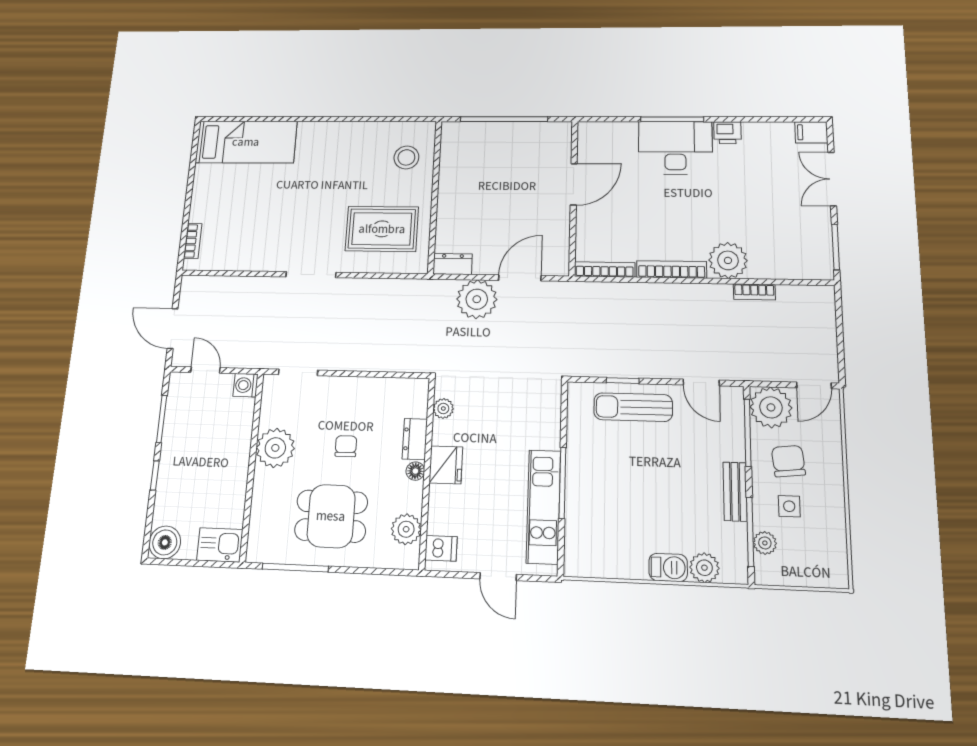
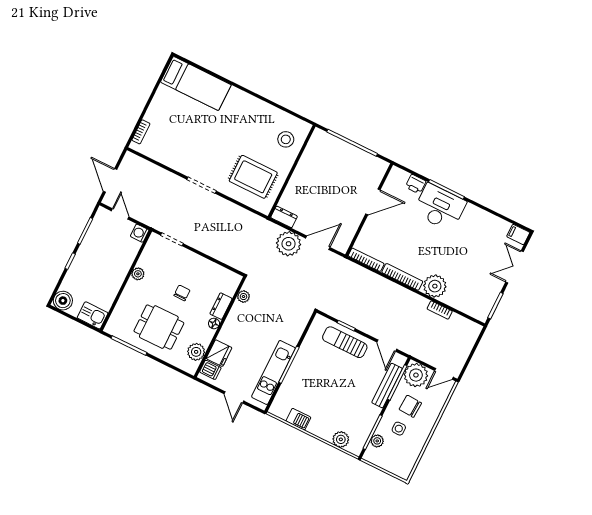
printer: (727, 133) -> (416, 184), moved
plant: (275, 448) -> (138, 274), width x0.53, depth x0.53
chair: (788, 461) -> (410, 406), turned -81
fridge: (446, 465) -> (219, 353), moved
bench: (735, 492) -> (387, 386), moved, width x1.36
barbecue: (668, 567) -> (298, 419), moved

